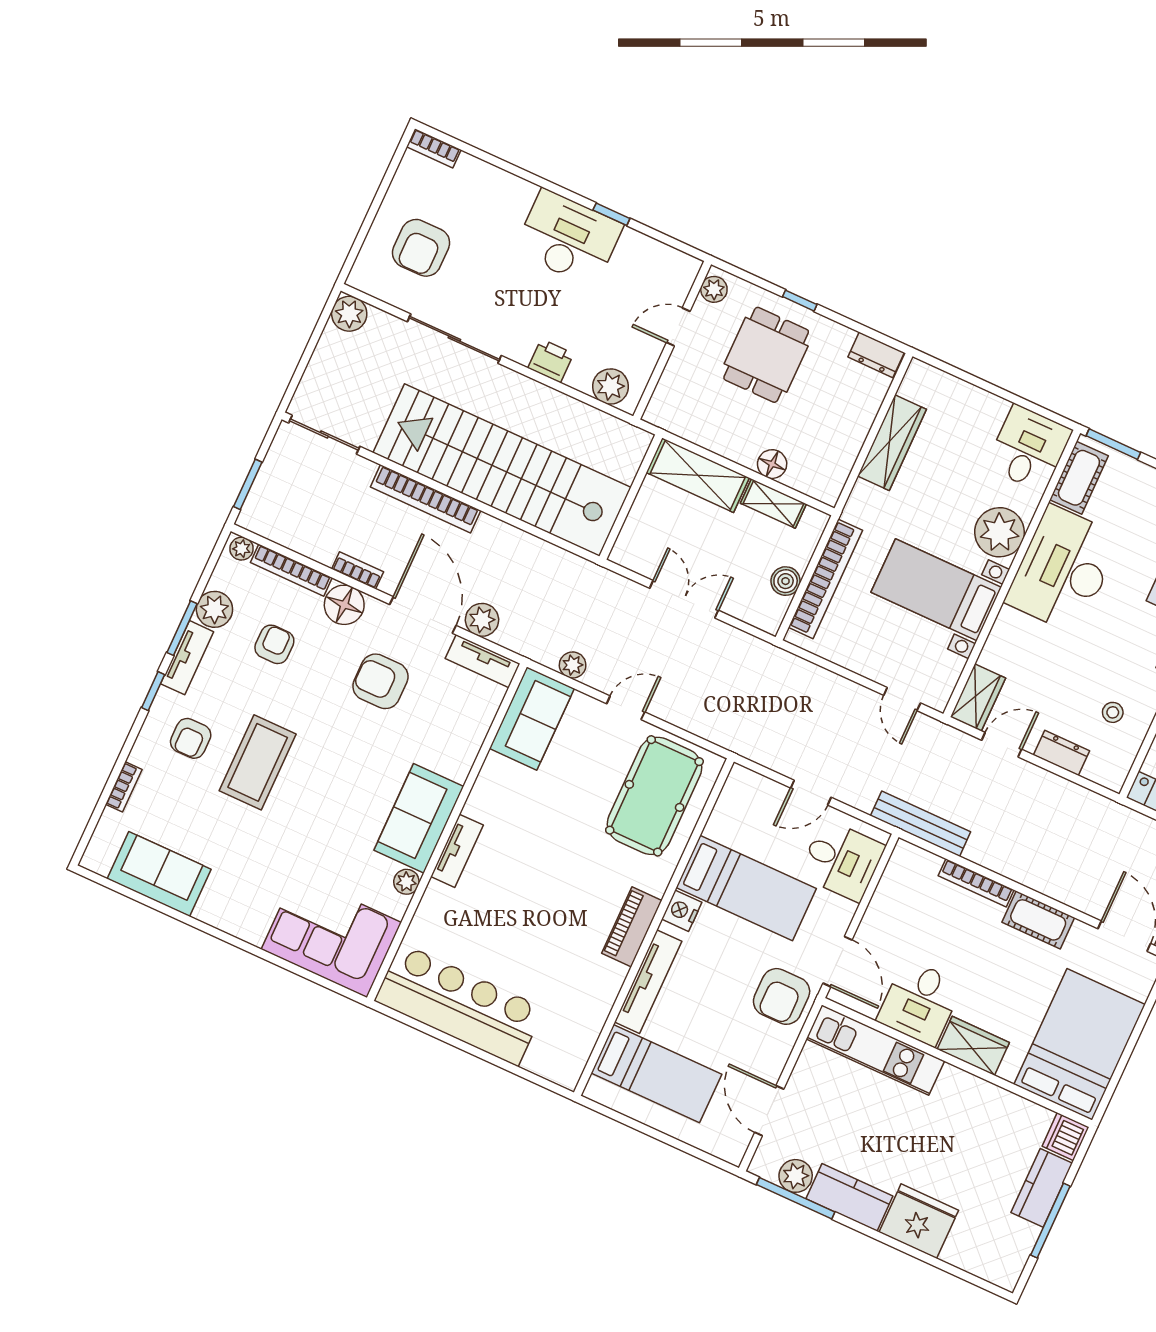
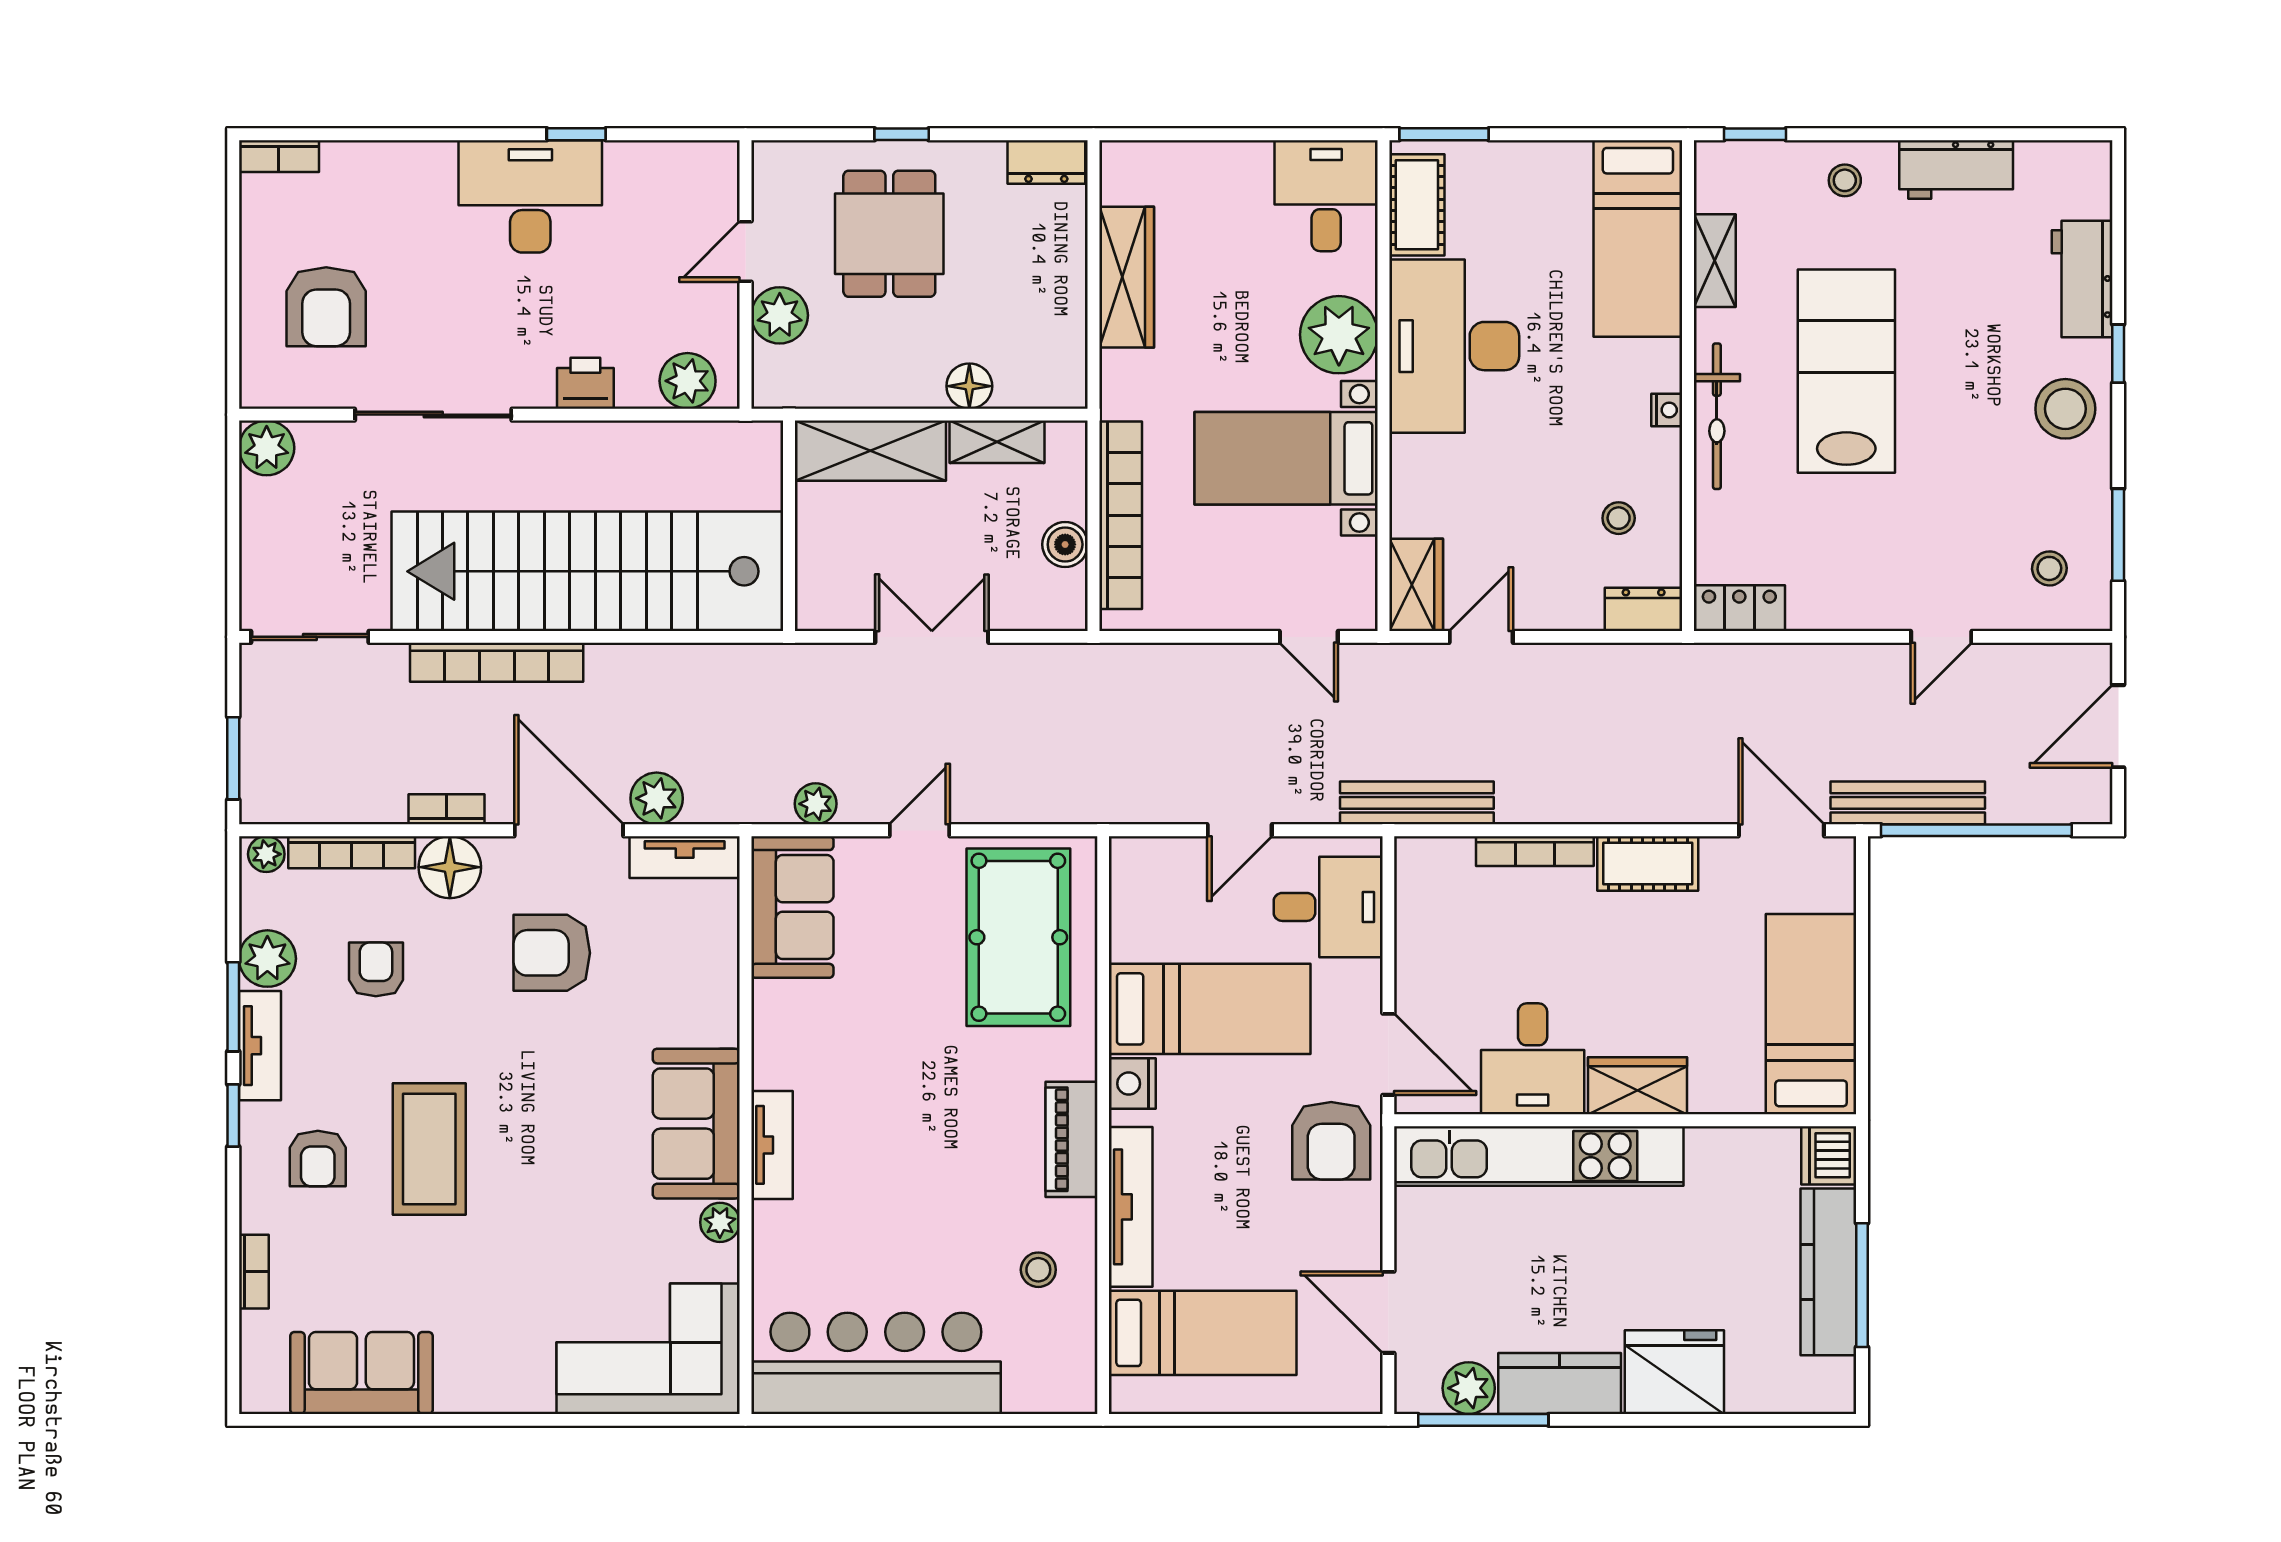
plant: (714, 289) -> (780, 315), moved, width x1.38, depth x1.38
dresser: (1061, 753) -> (1644, 609), moved
stool: (578, 994) -> (1038, 1270), added
bed: (1080, 1044) -> (1811, 1014), width x0.67
kitchen unit: (875, 1050) -> (1539, 1156), width x1.36
kitchen counter: (1042, 1188) -> (1828, 1272), width x1.50

